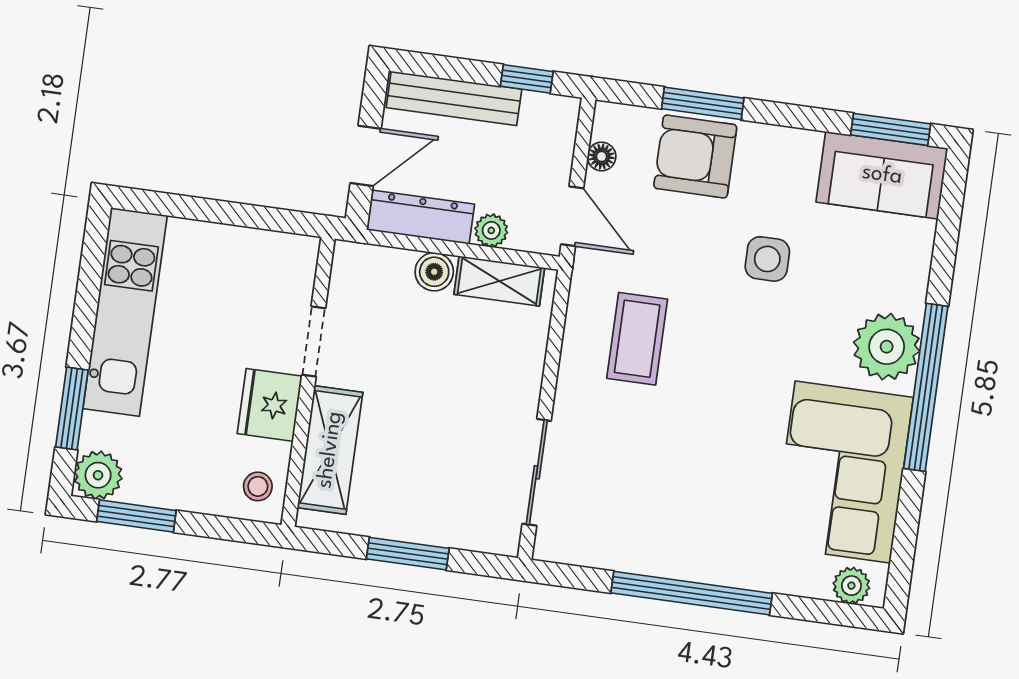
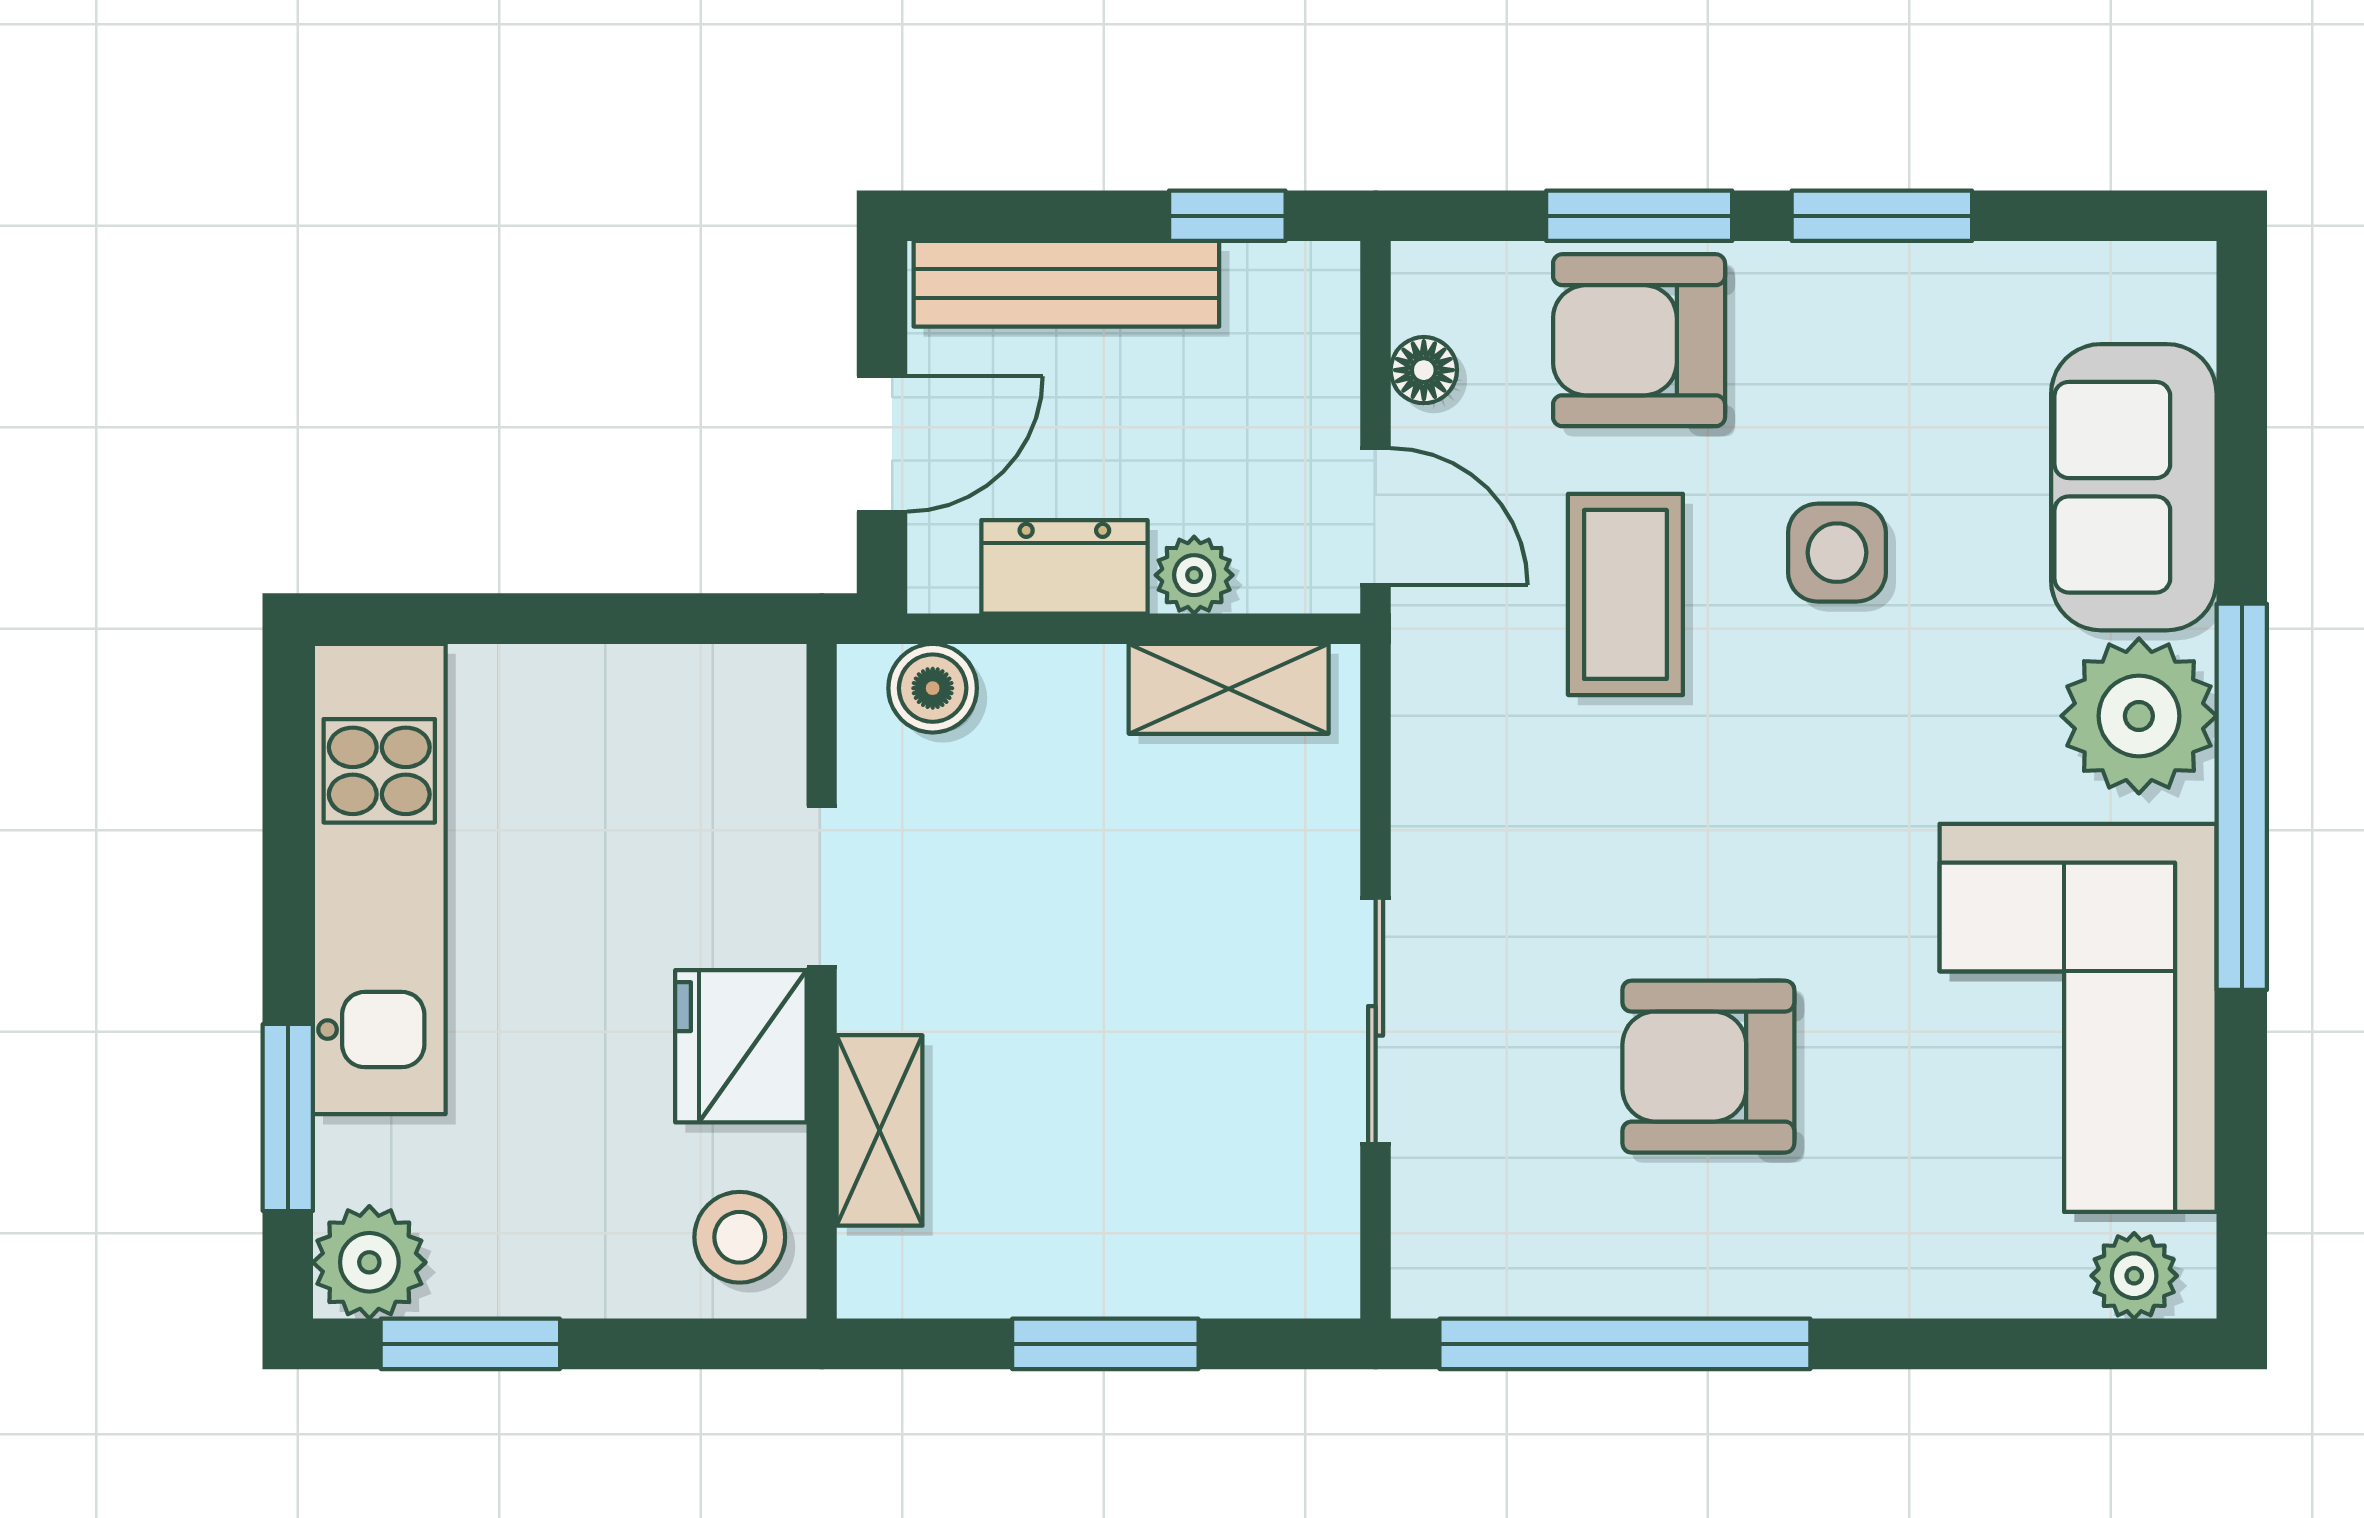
window: (891, 129) -> (1882, 216), moved
sofa: (882, 175) -> (2134, 487), moved, turned 90
dresser: (421, 217) -> (1064, 567), width x0.70
boiler: (434, 272) -> (933, 688), moved
coffee table: (637, 339) -> (1625, 594), moved
shelving: (330, 450) -> (880, 1130), width x0.67, depth x0.75
armchair: (682, 471) -> (1708, 1067), added
sliding door: (537, 472) -> (1376, 1021), moved
stool: (258, 486) -> (740, 1237), width x1.37, depth x1.37
window: (692, 593) -> (1625, 1344), moved

